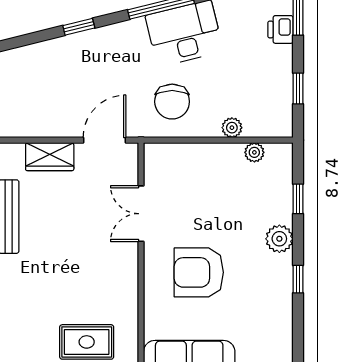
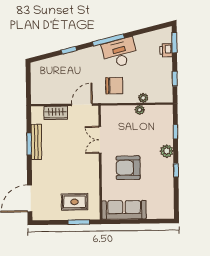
chair: (172, 102) -> (114, 86), turned -90
plant: (254, 152) -> (140, 110), moved

